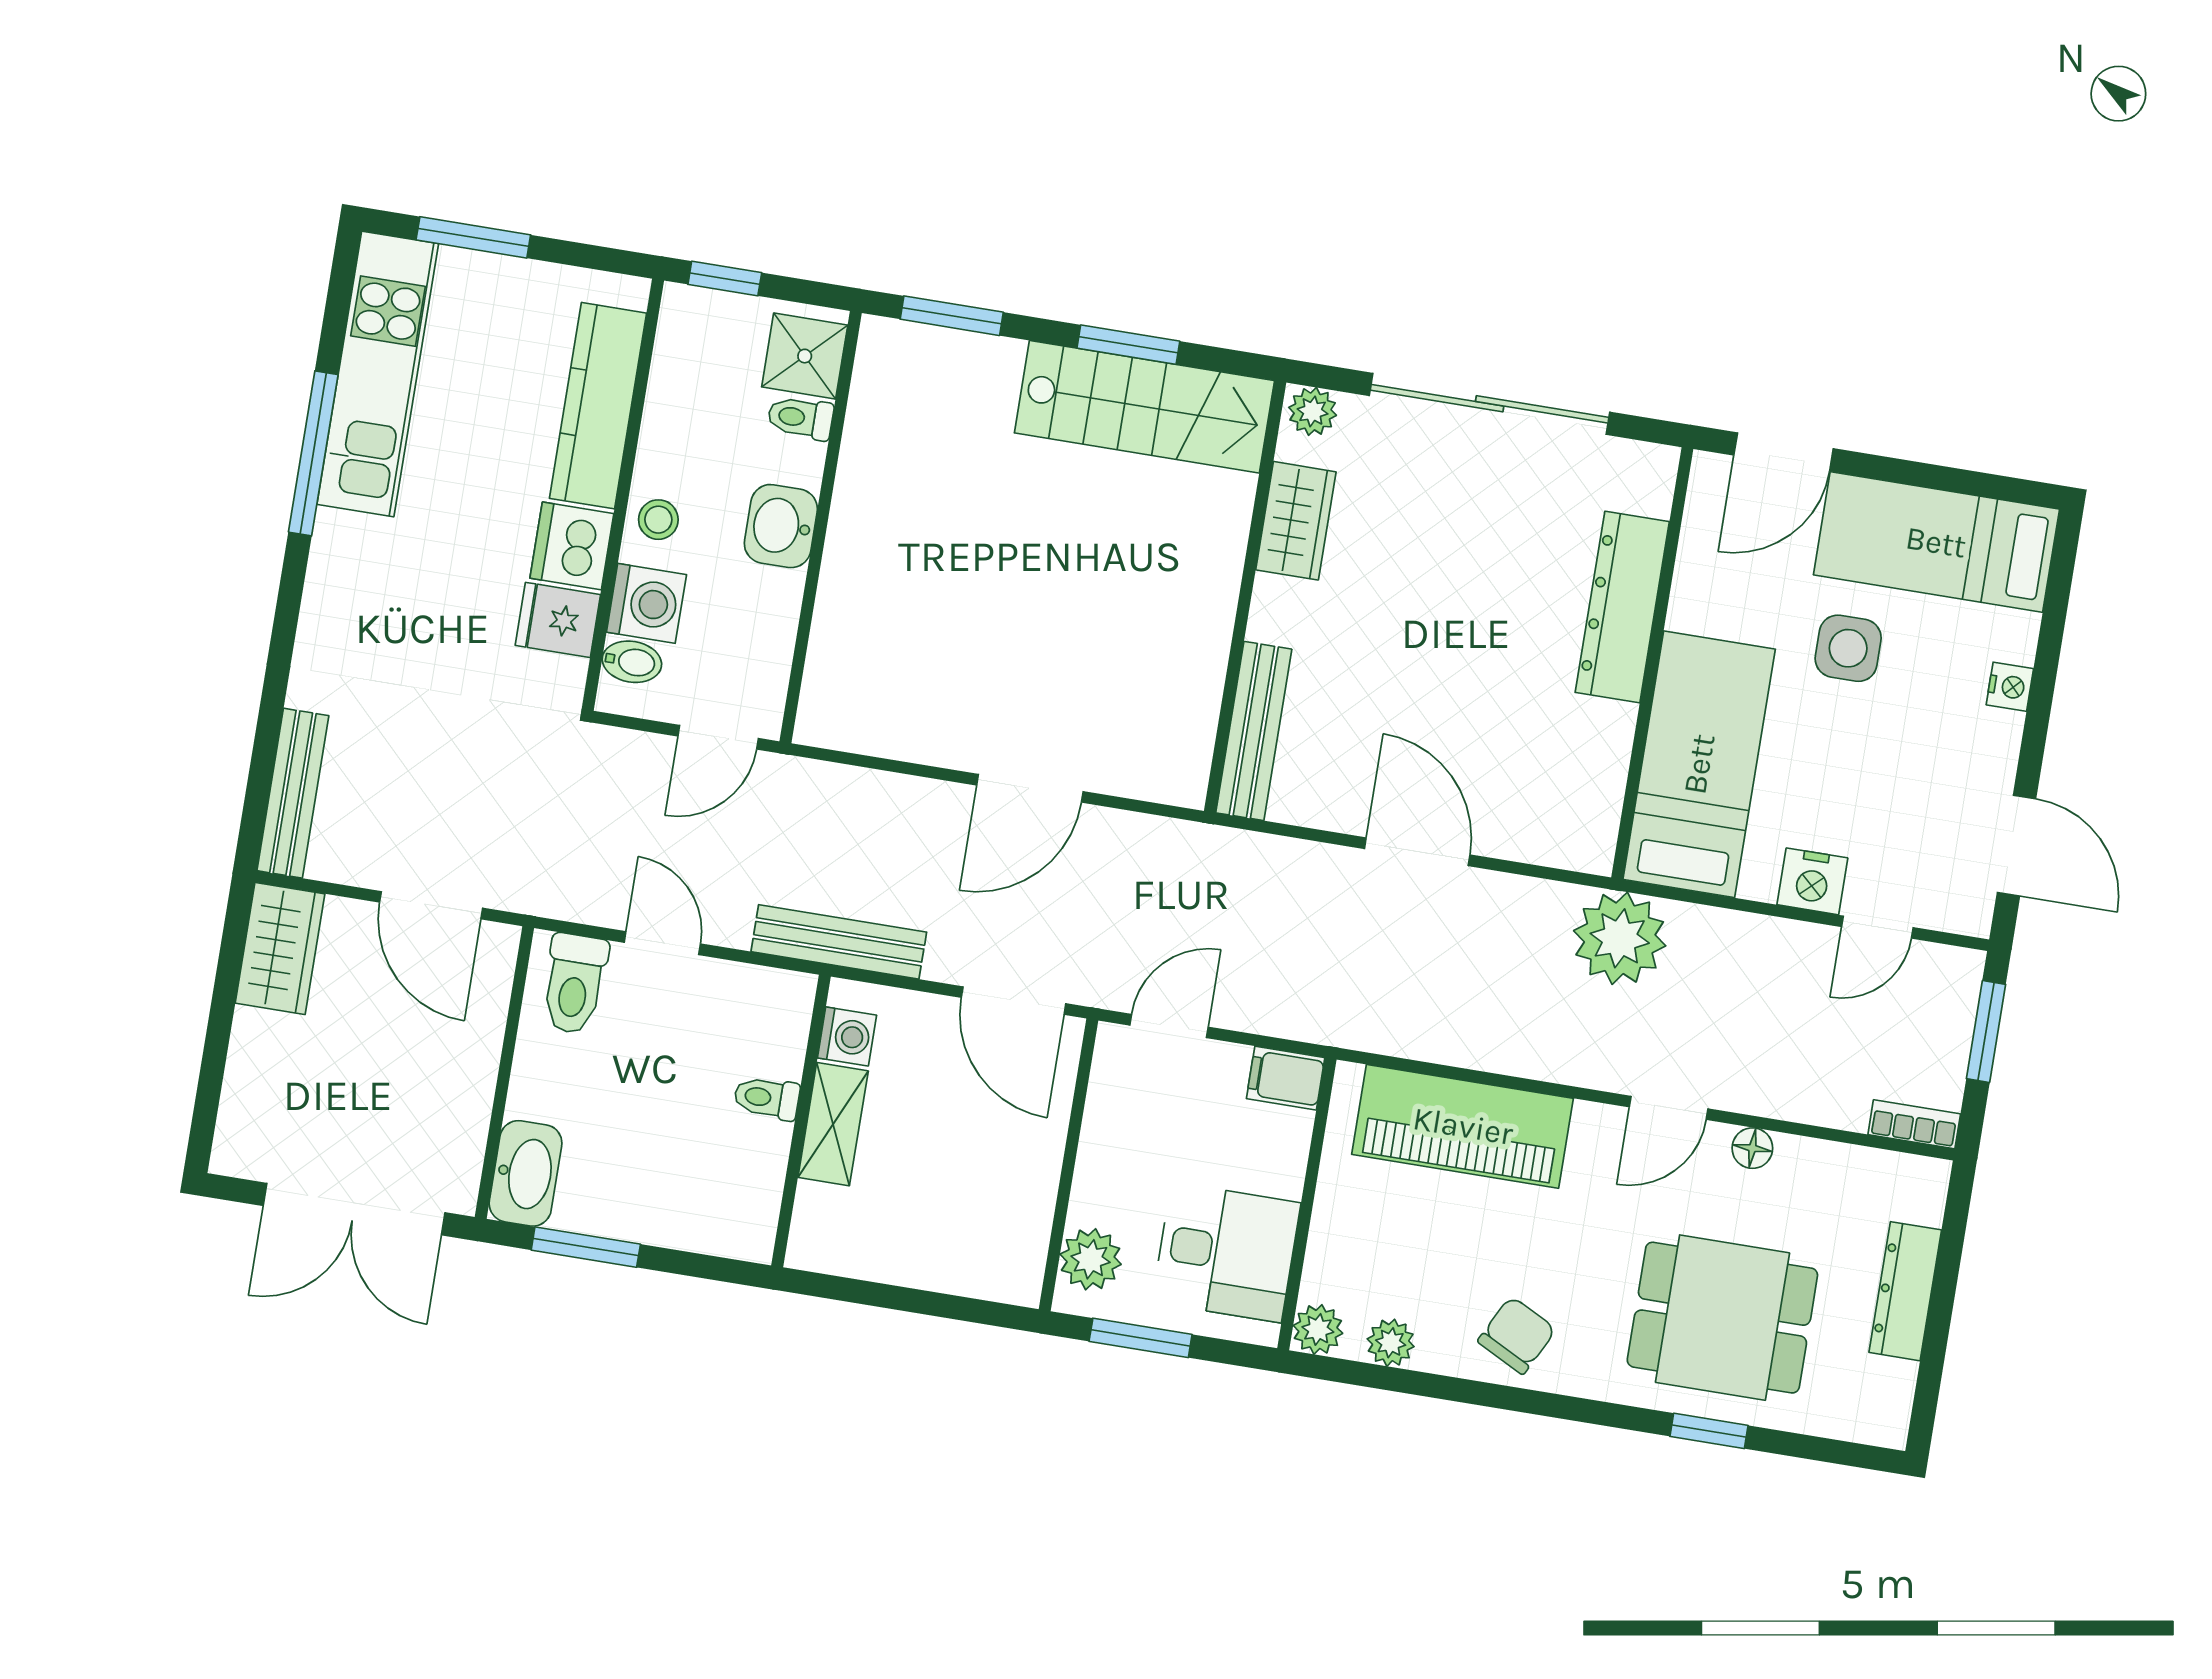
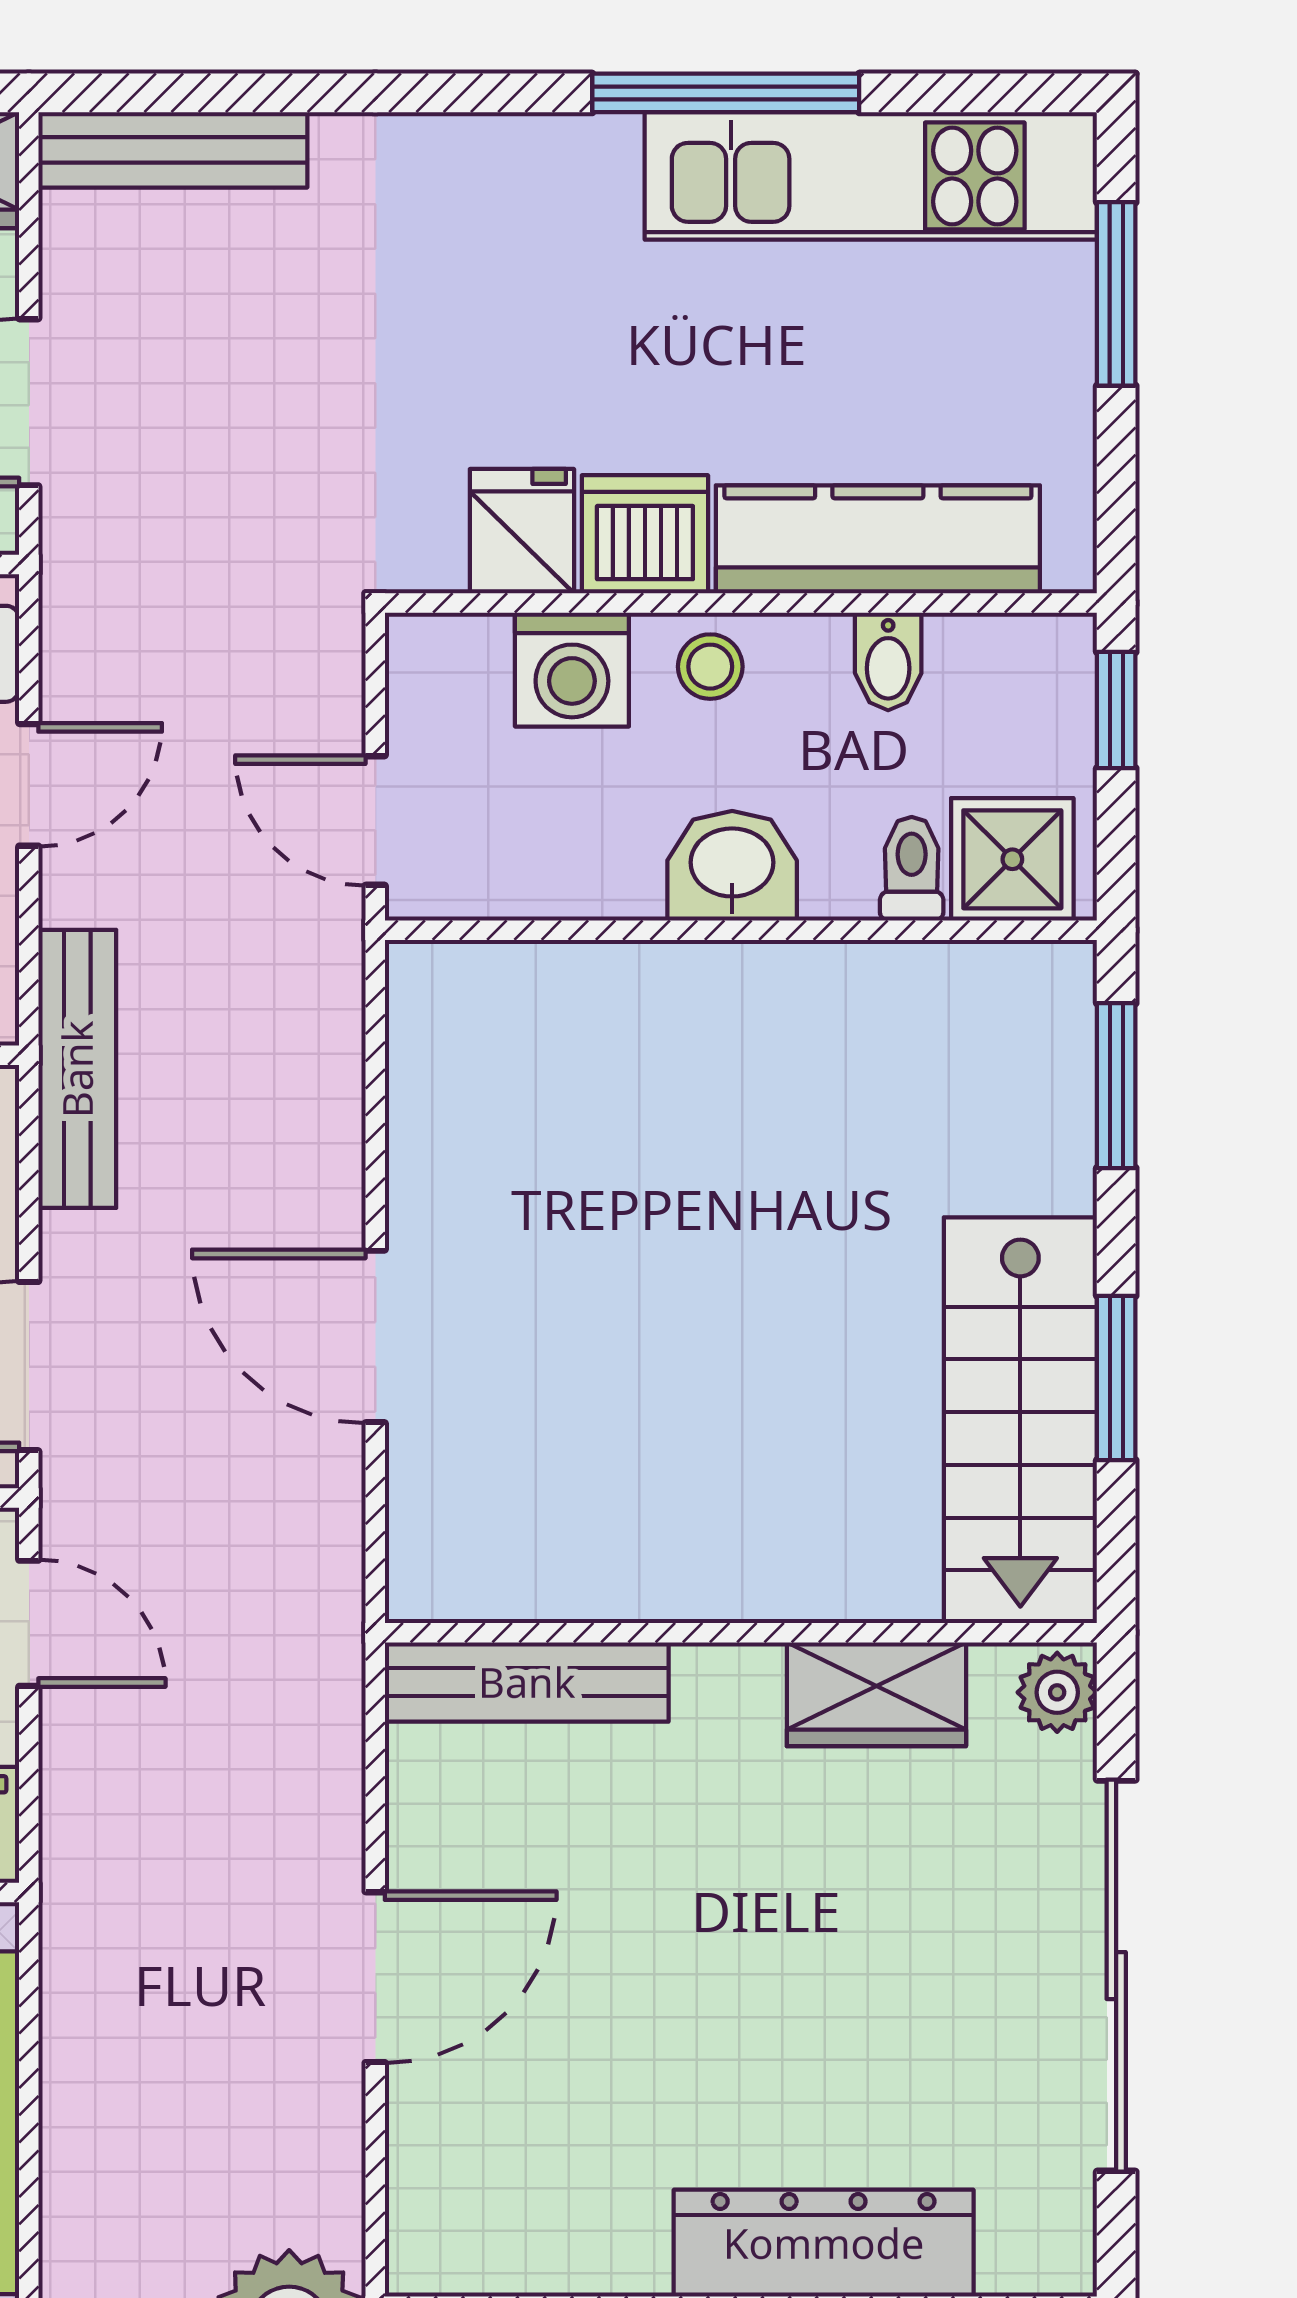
bidet: (632, 662) -> (888, 661), moved

